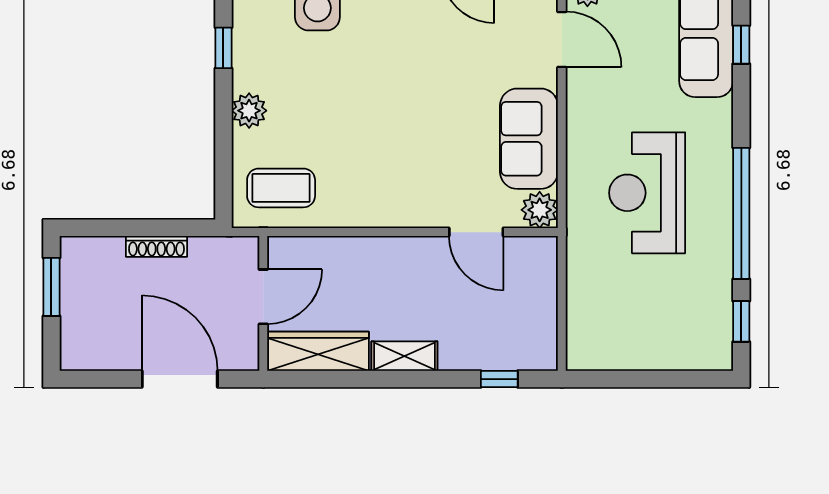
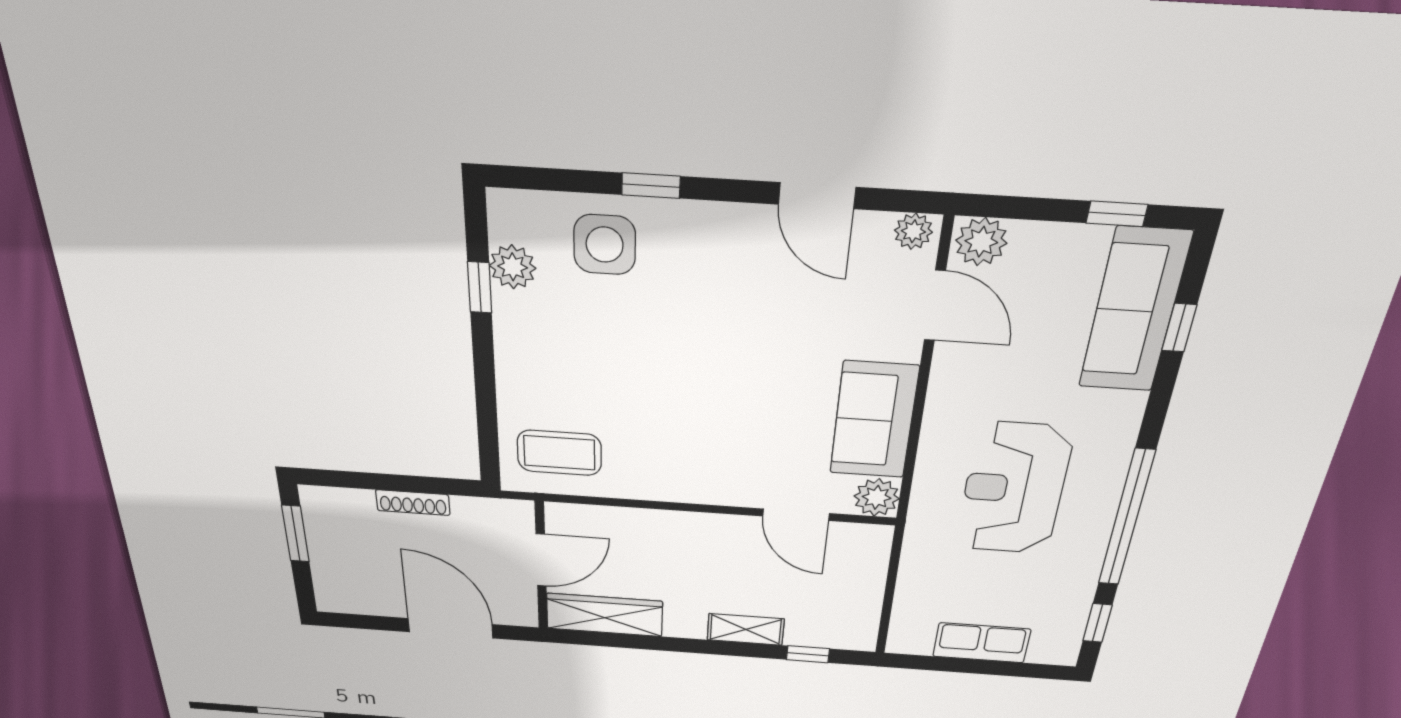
plant: (249, 111) -> (513, 267), moved
row of seats: (648, 352) -> (982, 643), added
shelving: (404, 356) -> (746, 629), moved

